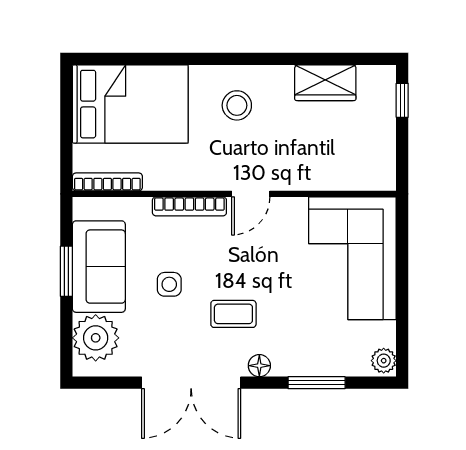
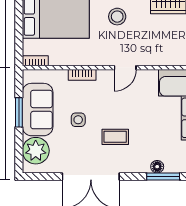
bookcase: (107, 182) -> (35, 61), width x0.64
bookcase: (189, 206) -> (82, 75), width x0.64
floor lamp: (259, 366) -> (157, 167), moved

